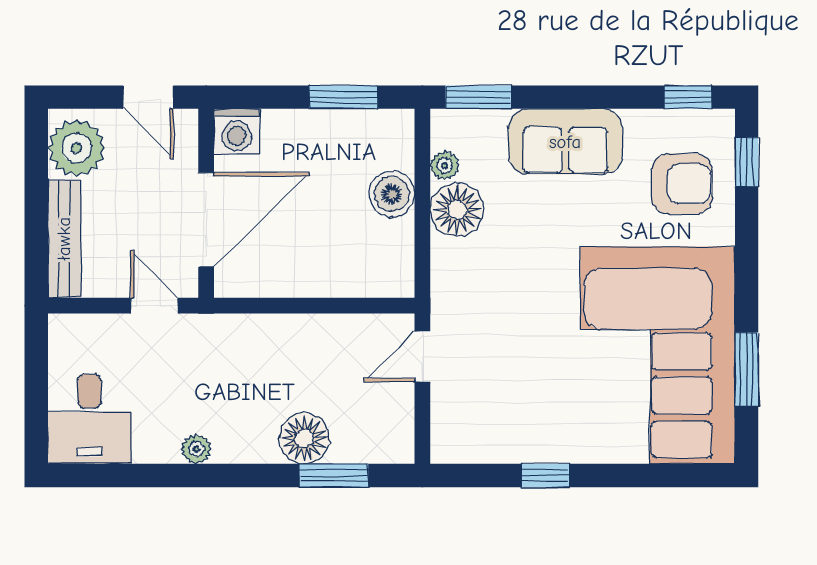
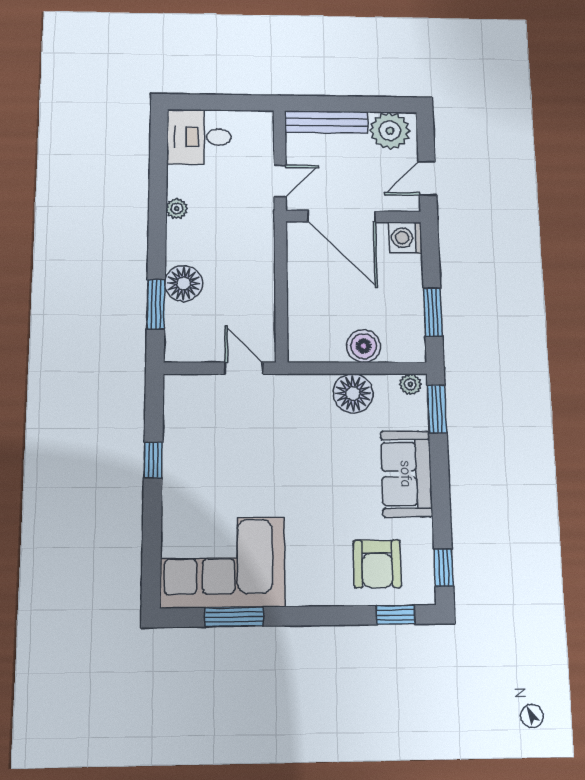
plant: (445, 165) -> (410, 384), moved
corner sofa: (658, 355) -> (223, 562), width x0.73, depth x0.74

